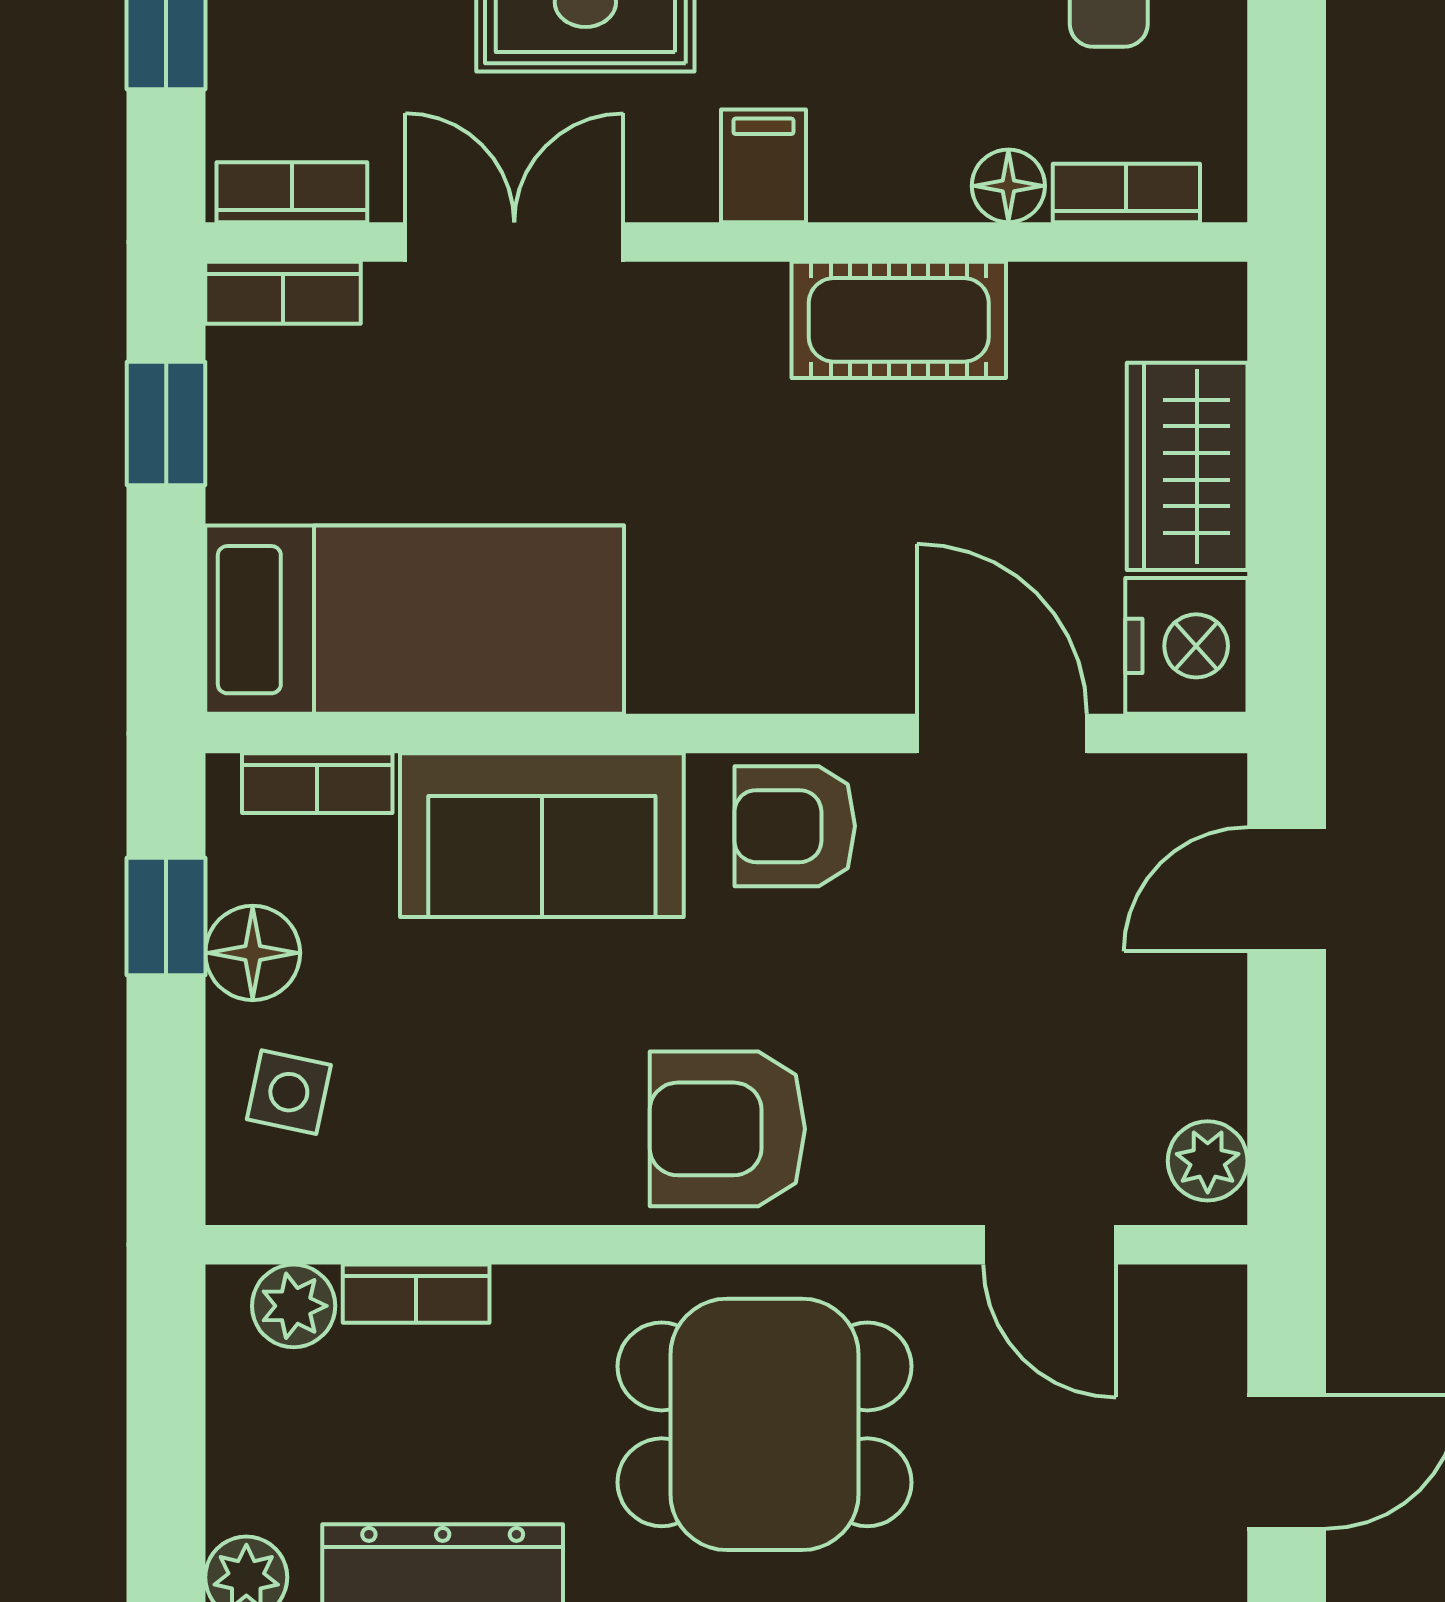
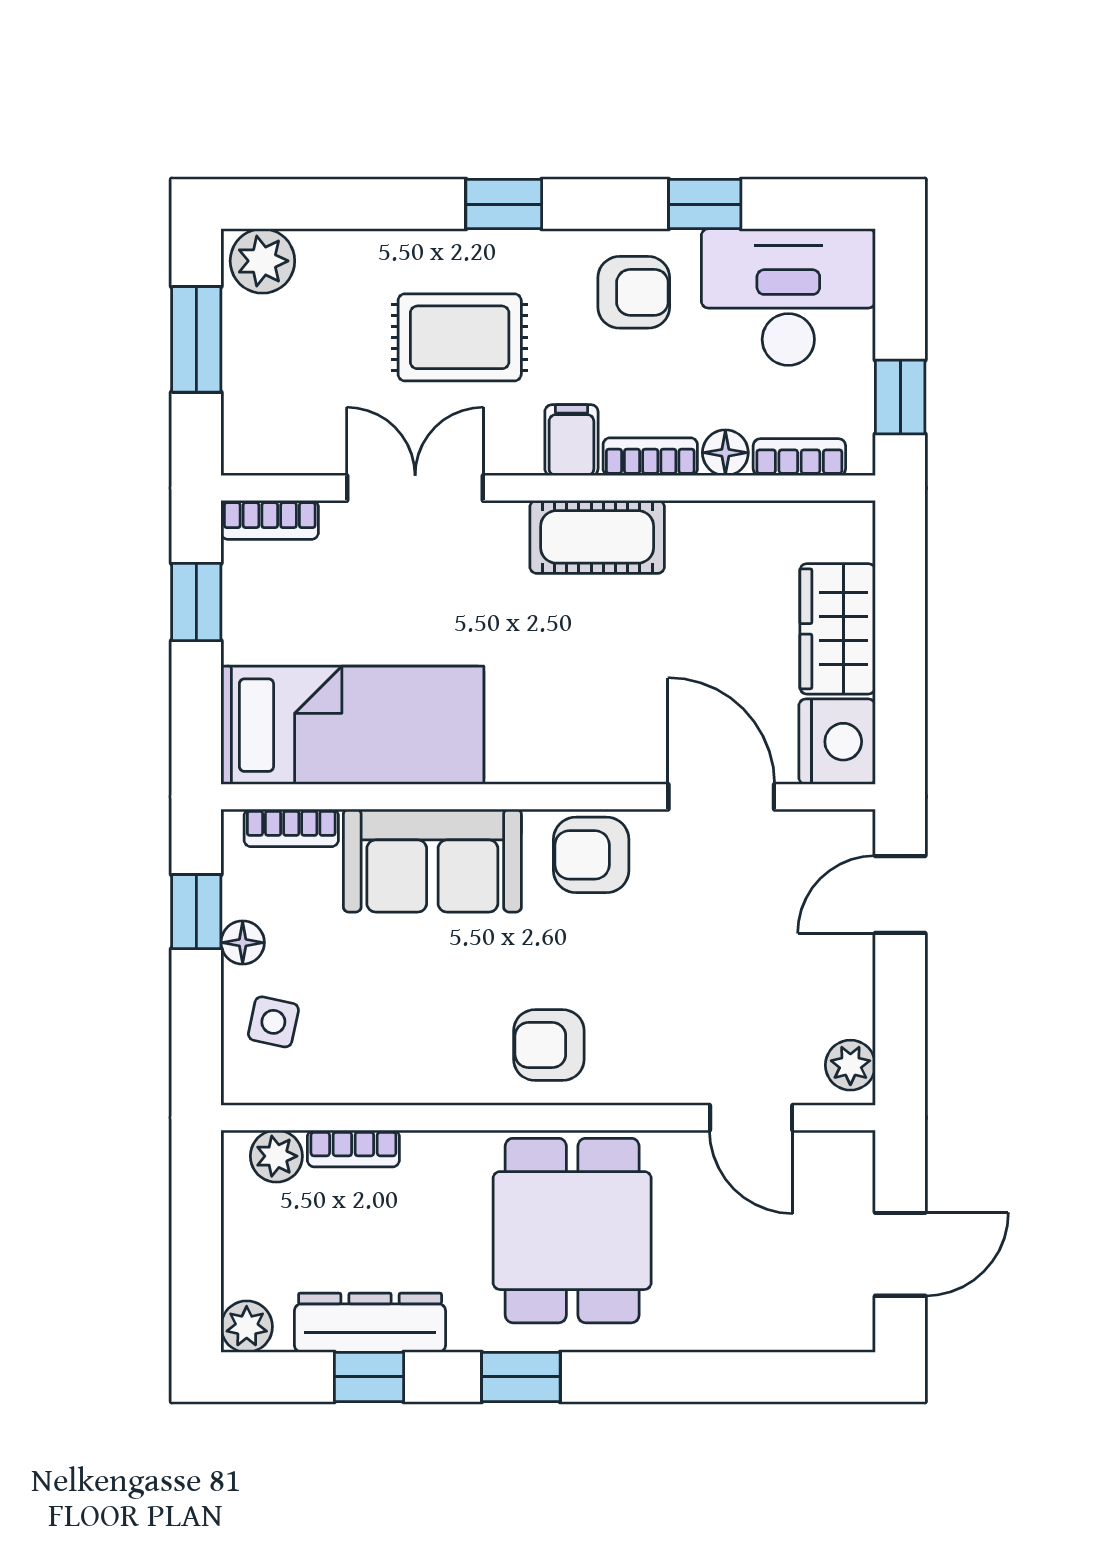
window: (1287, 97) -> (900, 397), added
bookcase: (292, 192) -> (650, 457), moved
cot: (899, 320) -> (597, 537), moved
floor lamp: (253, 953) -> (243, 943), width x0.73, depth x0.73
armchair: (727, 1129) -> (549, 1045), width x0.72, depth x0.72
dining table: (765, 1424) -> (572, 1231), turned 90

